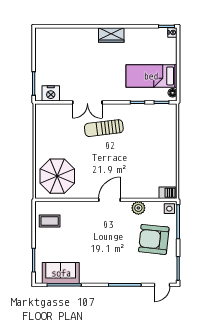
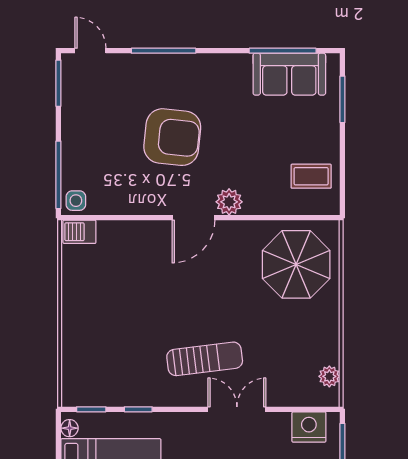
plant: (40, 119) -> (329, 376), added
plant: (138, 208) -> (229, 202), moved
armchair: (154, 239) -> (172, 137), moved
door: (162, 285) -> (90, 51), hinge flipped

